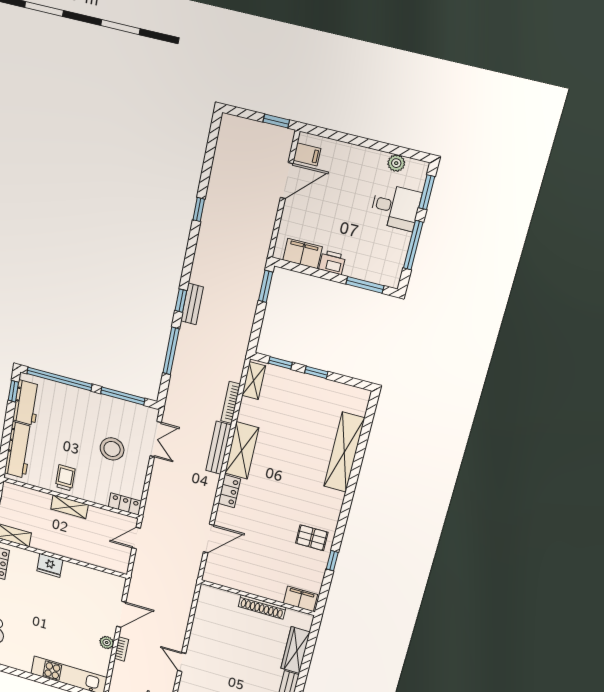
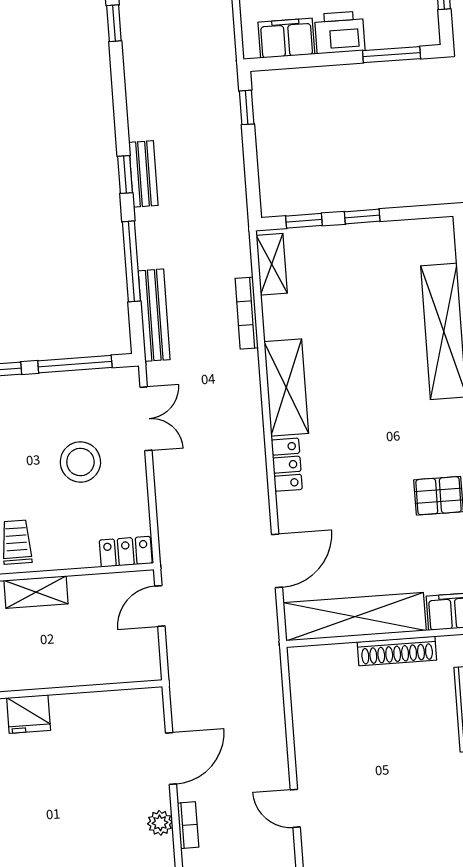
printer: (332, 262) -> (340, 32), width x1.36, depth x1.24
window: (266, 286) -> (247, 107), width x0.67
bench: (219, 448) -> (154, 315), moved
shelving: (244, 582) -> (355, 617), added

